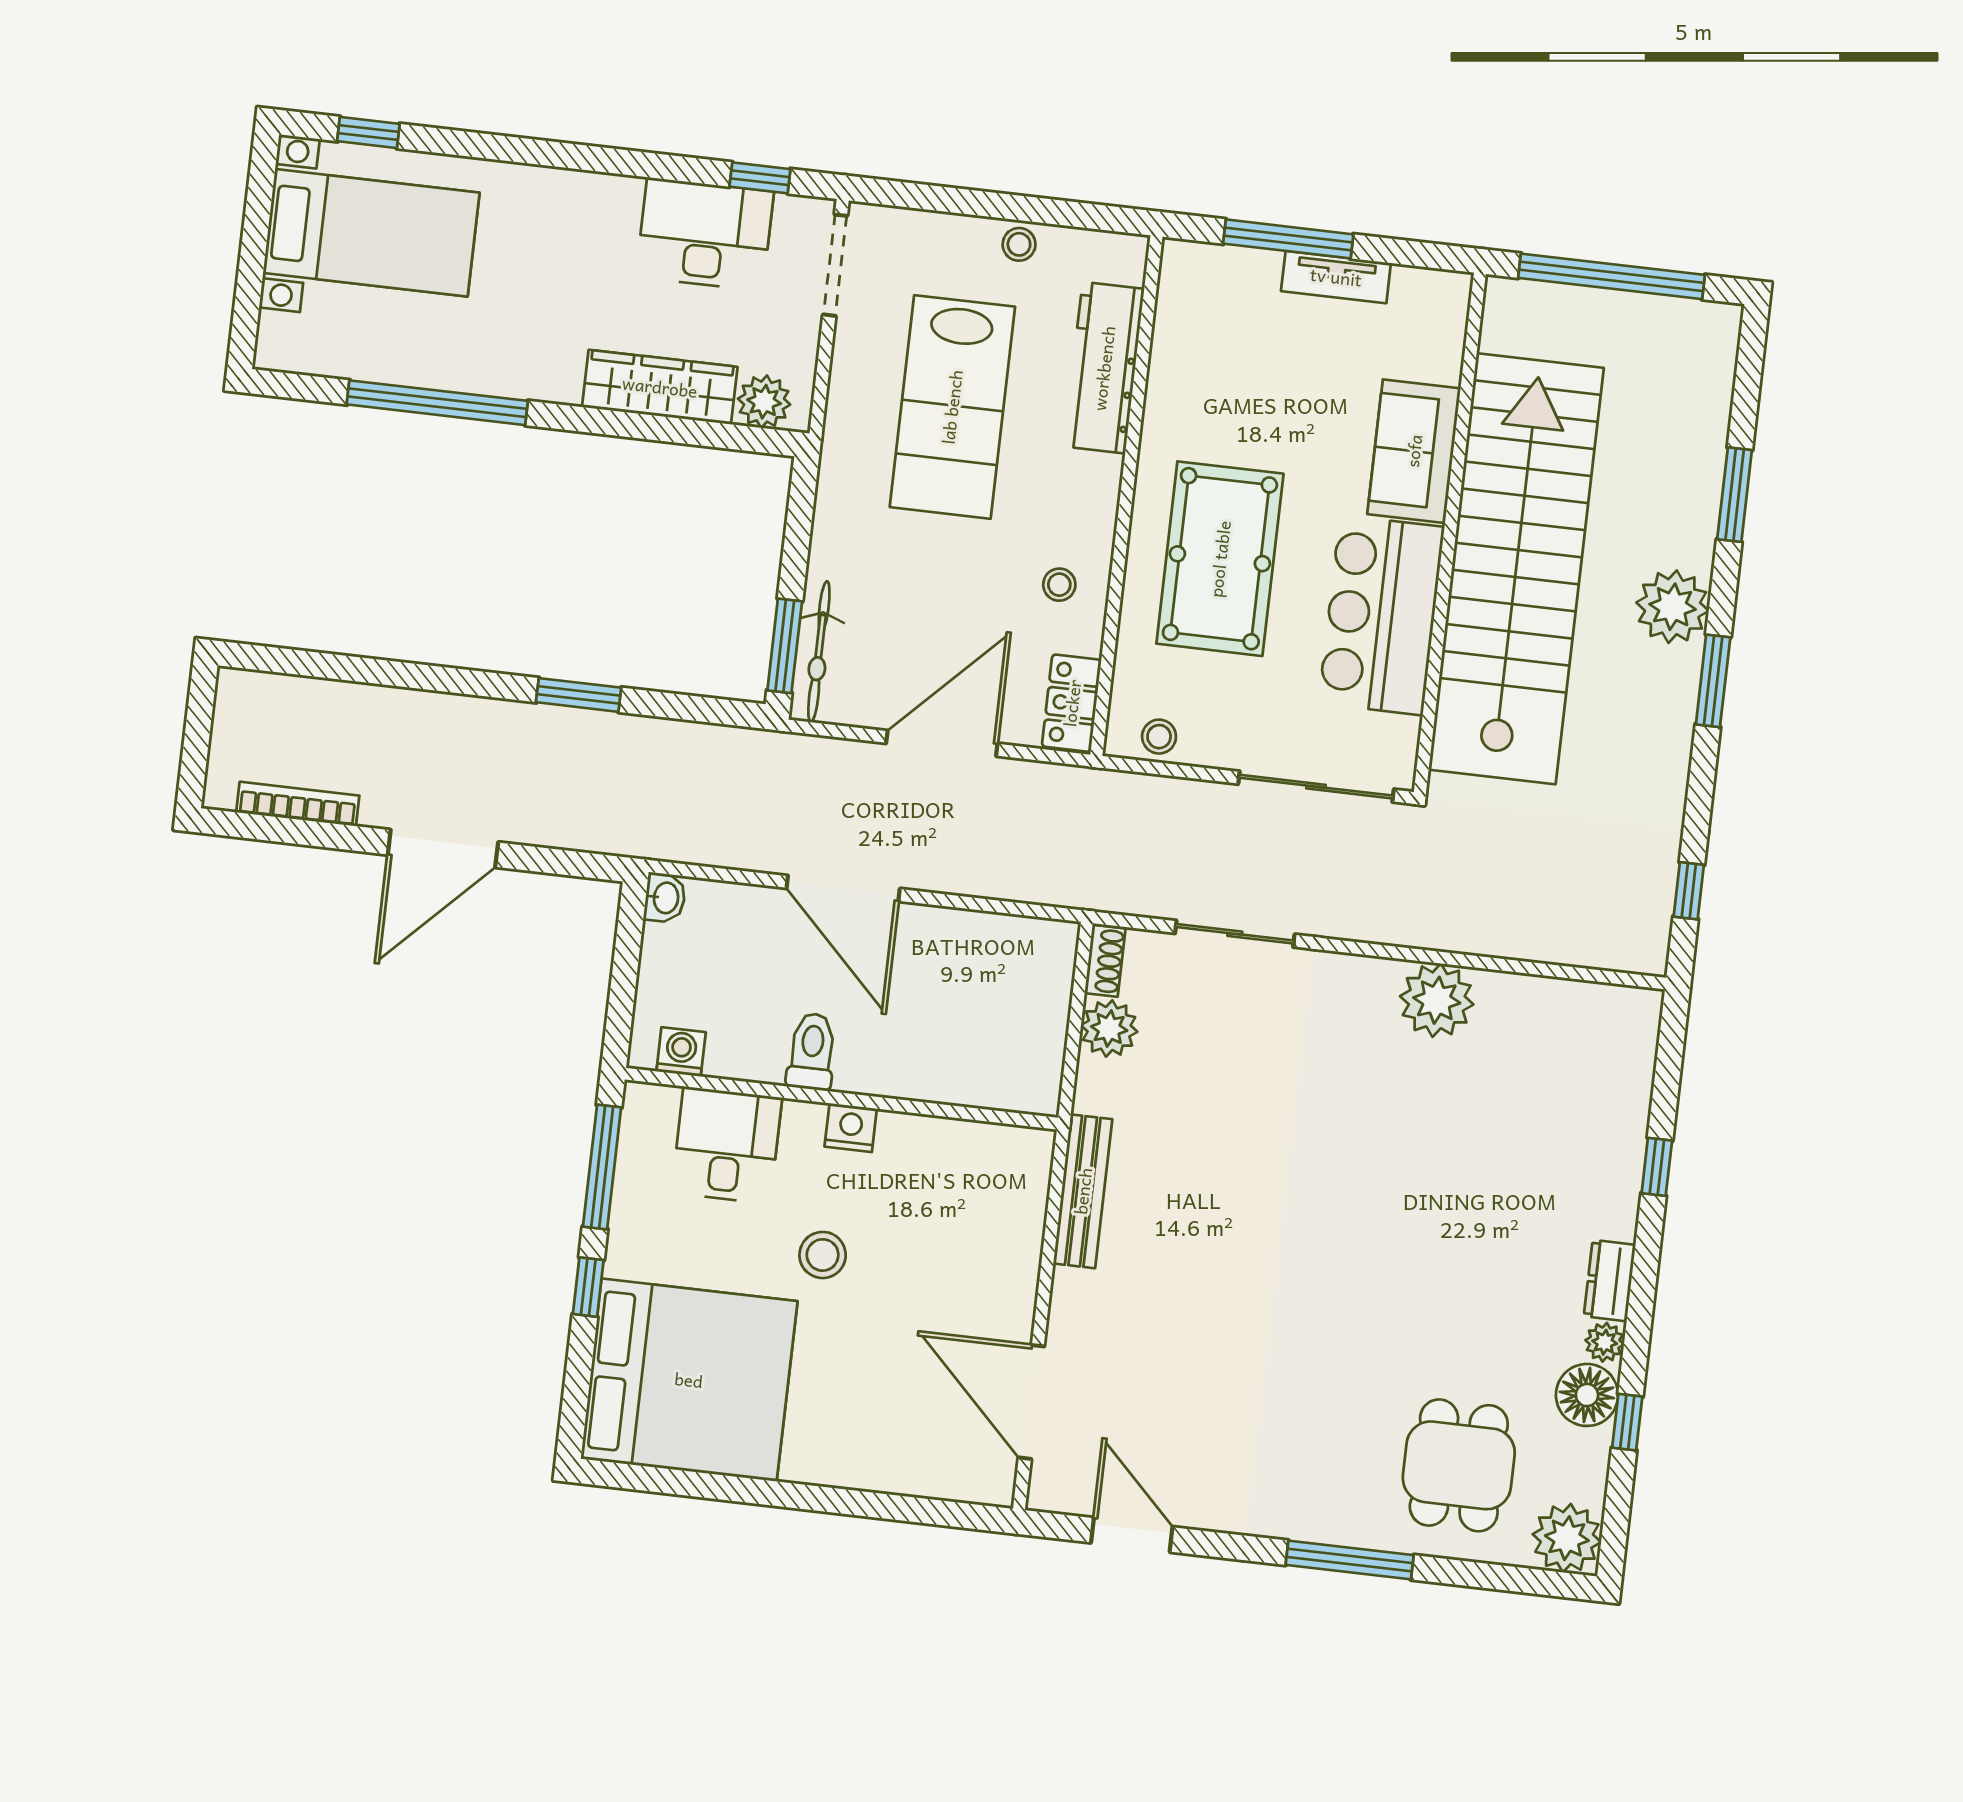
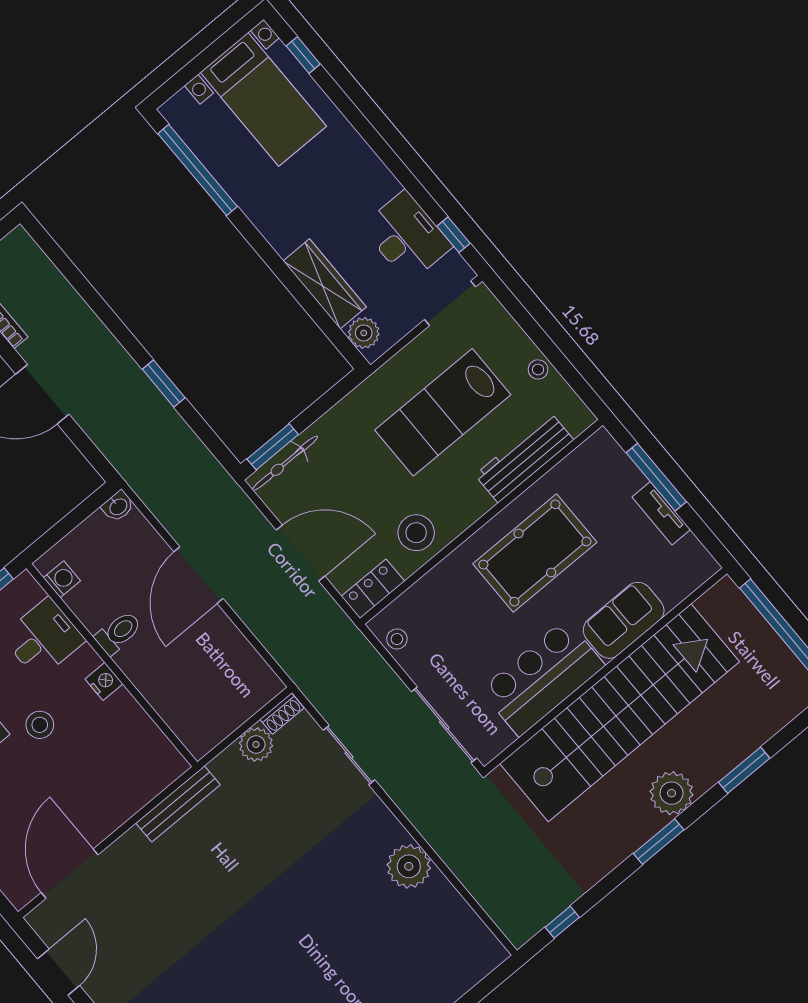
window: (437, 403) -> (198, 170), moved
pool table: (1220, 559) -> (535, 553), moved
stool: (1059, 585) -> (416, 533), width x1.89, depth x1.89

